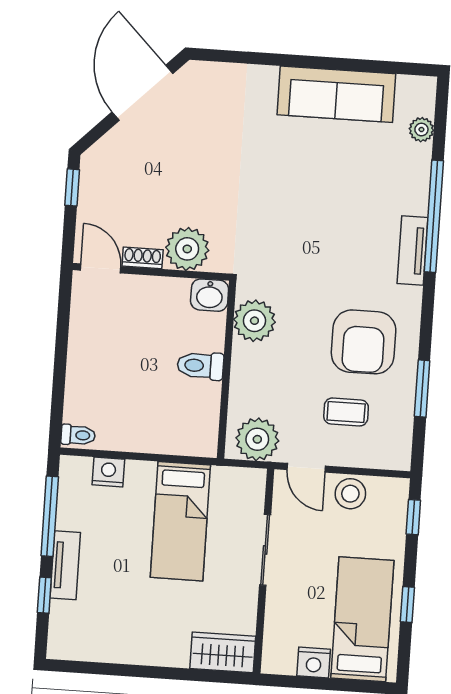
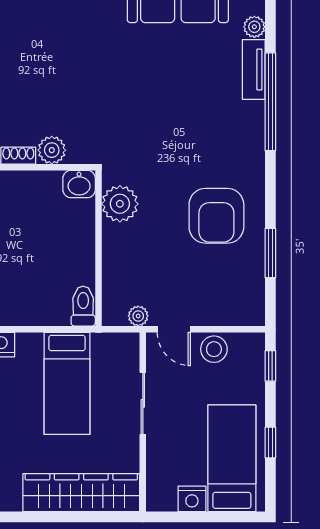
plant: (187, 249) -> (52, 150), width x0.73, depth x0.73
tv unit: (412, 251) -> (254, 69), moved
toilet: (200, 366) -> (83, 306), moved, turned 90
coffee table: (346, 412) -> (205, 278), removed
plant: (257, 439) -> (138, 316), width x0.53, depth x0.53
wardrobe: (223, 652) -> (81, 493), width x2.10, depth x1.17

